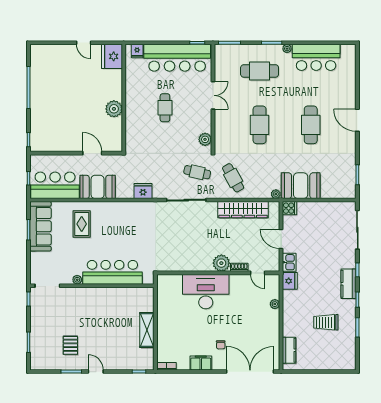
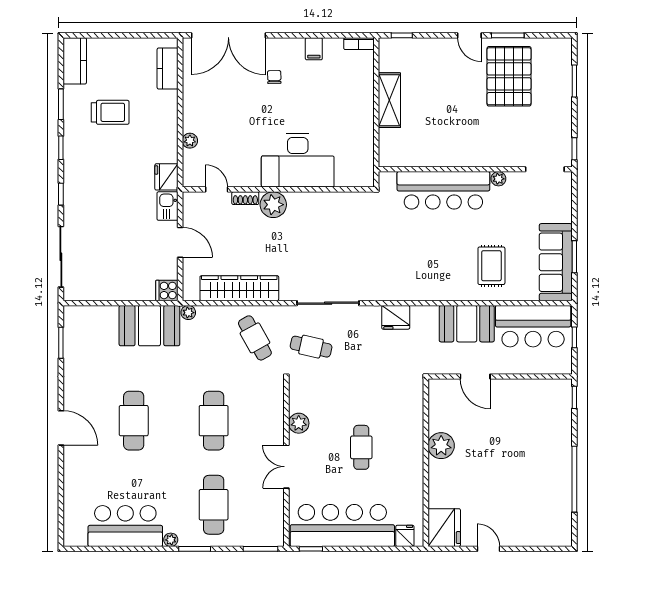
cafe table: (260, 71) -> (214, 505), turned 90
plant: (205, 139) -> (299, 423), moved
kitchen counter: (348, 284) -> (75, 61), moved
pallet: (70, 345) -> (509, 76), width x2.05, depth x2.00
filing cabinet: (201, 363) -> (314, 49), width x0.50

